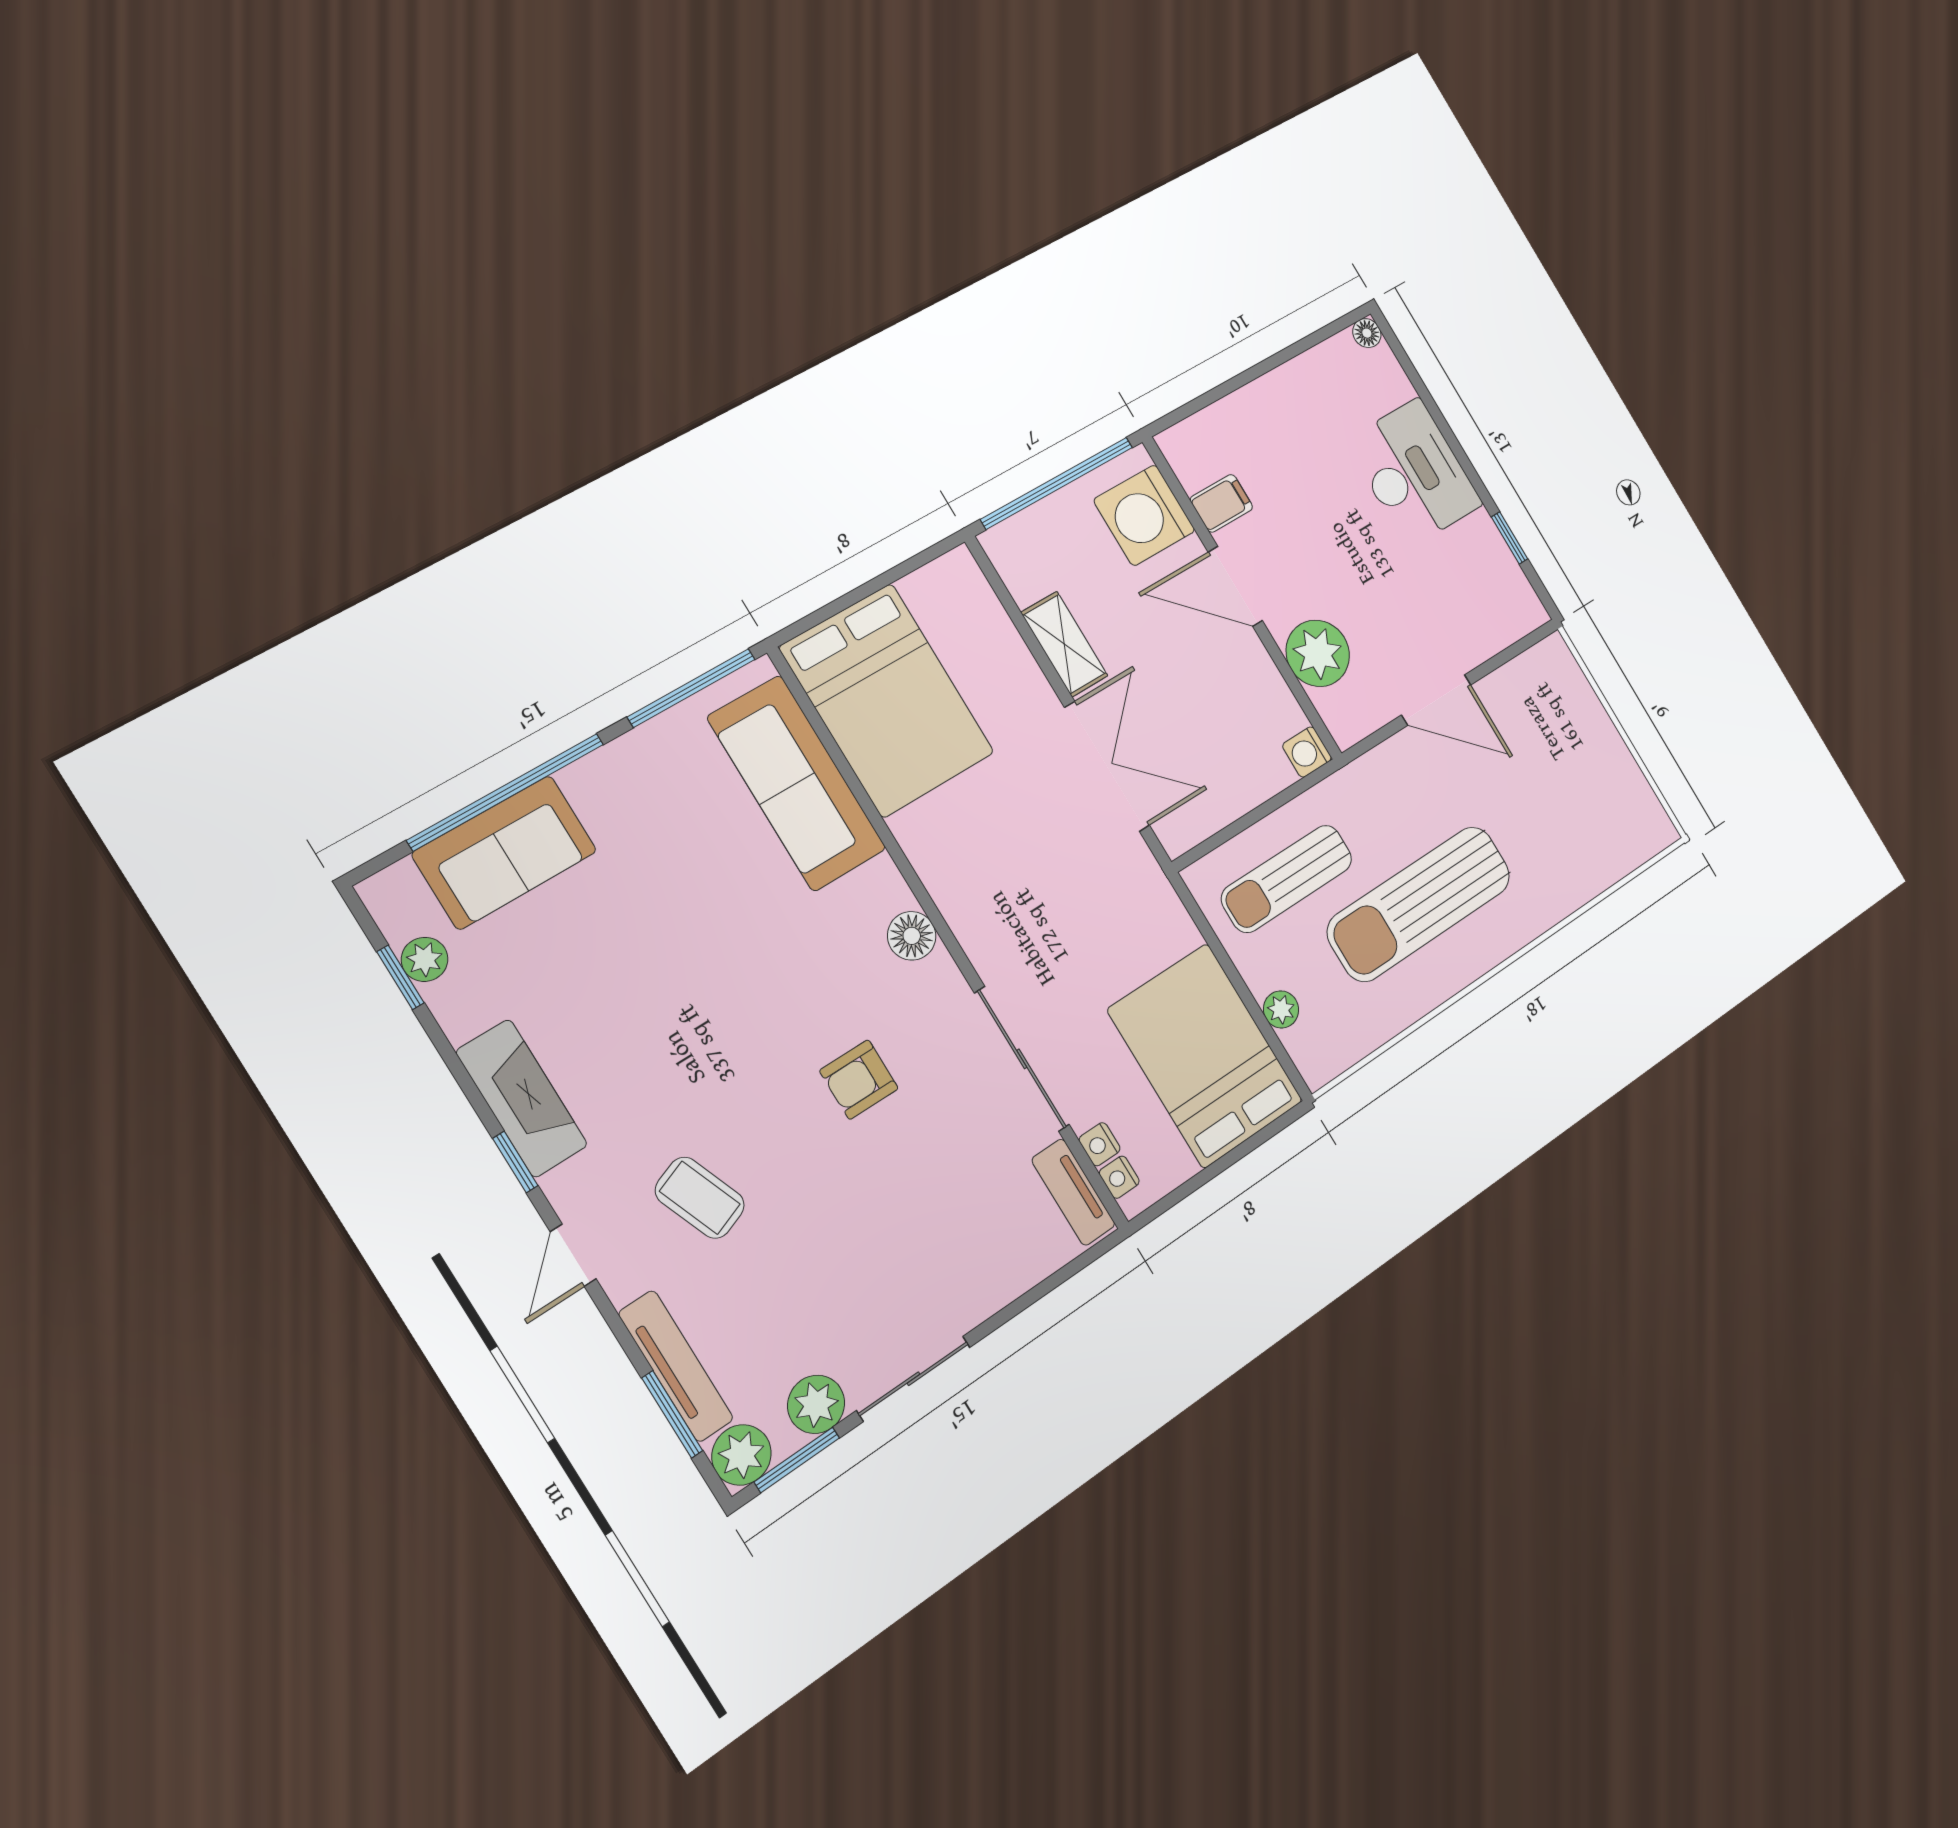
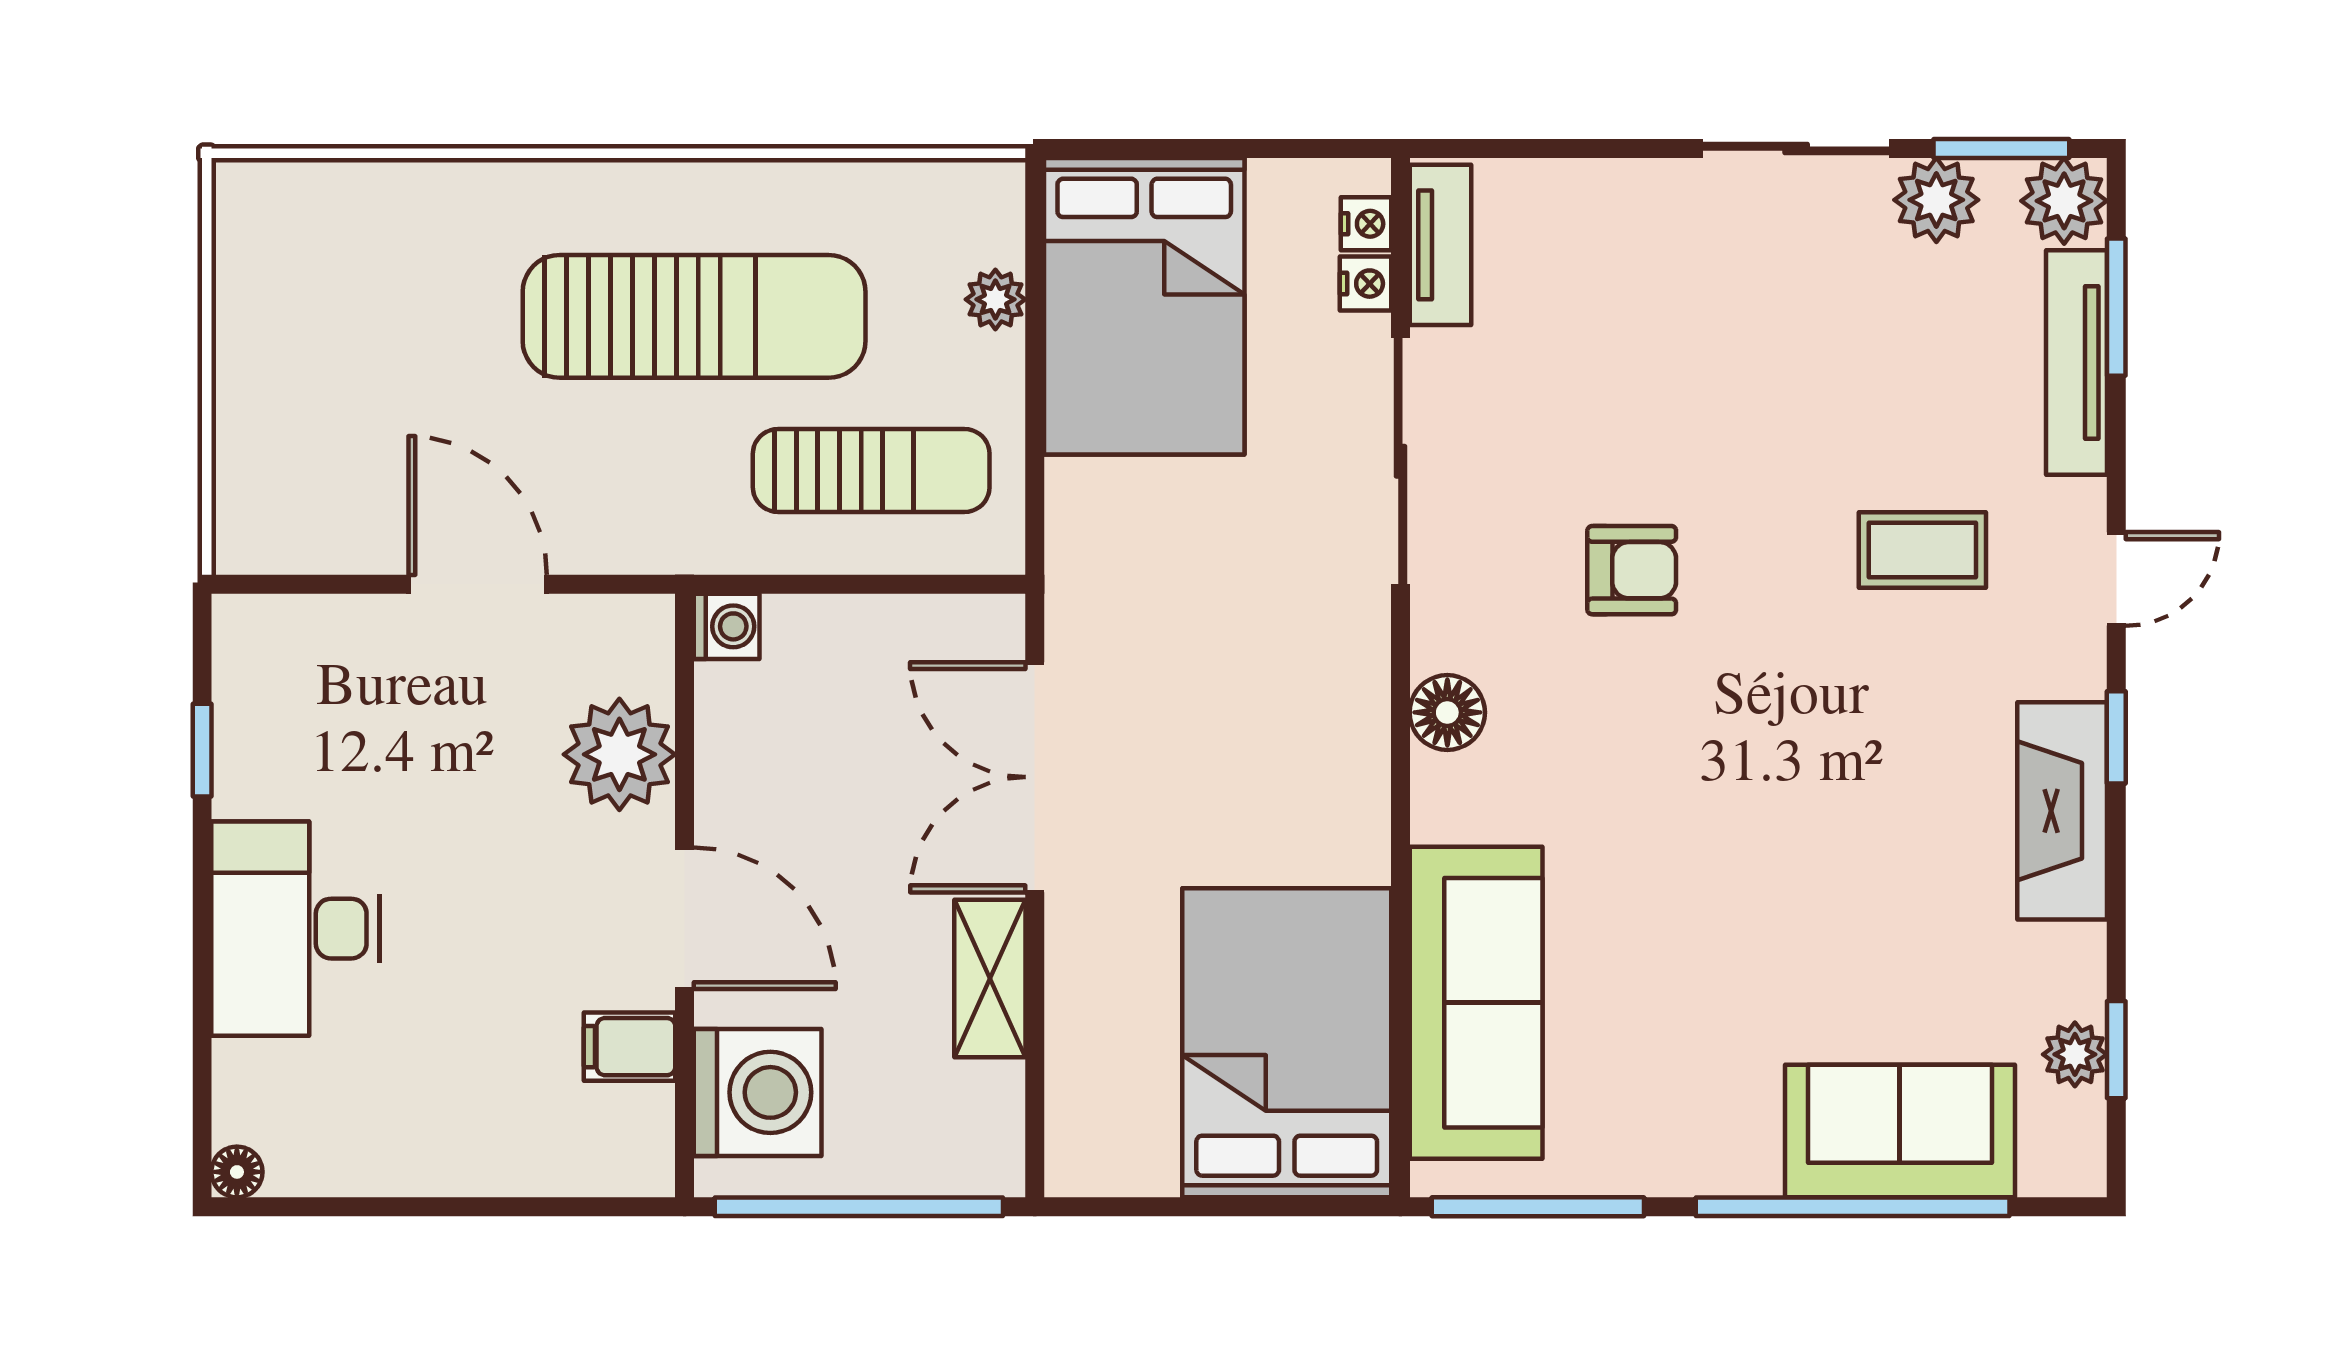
coffee table: (700, 1198) -> (1922, 550), turned -69

